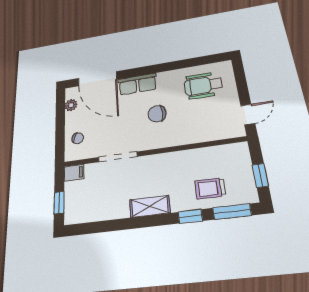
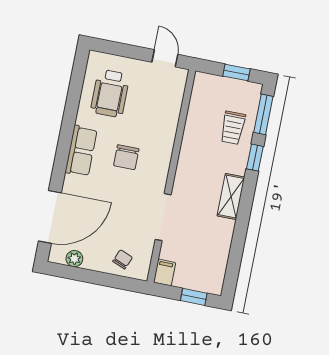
row of seats: (137, 84) -> (81, 151), moved

